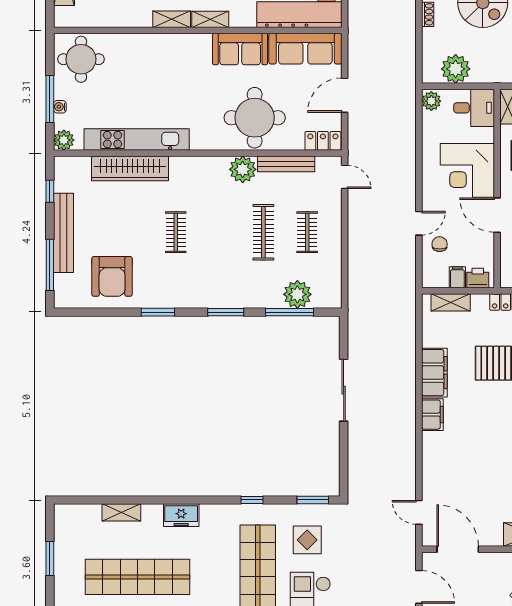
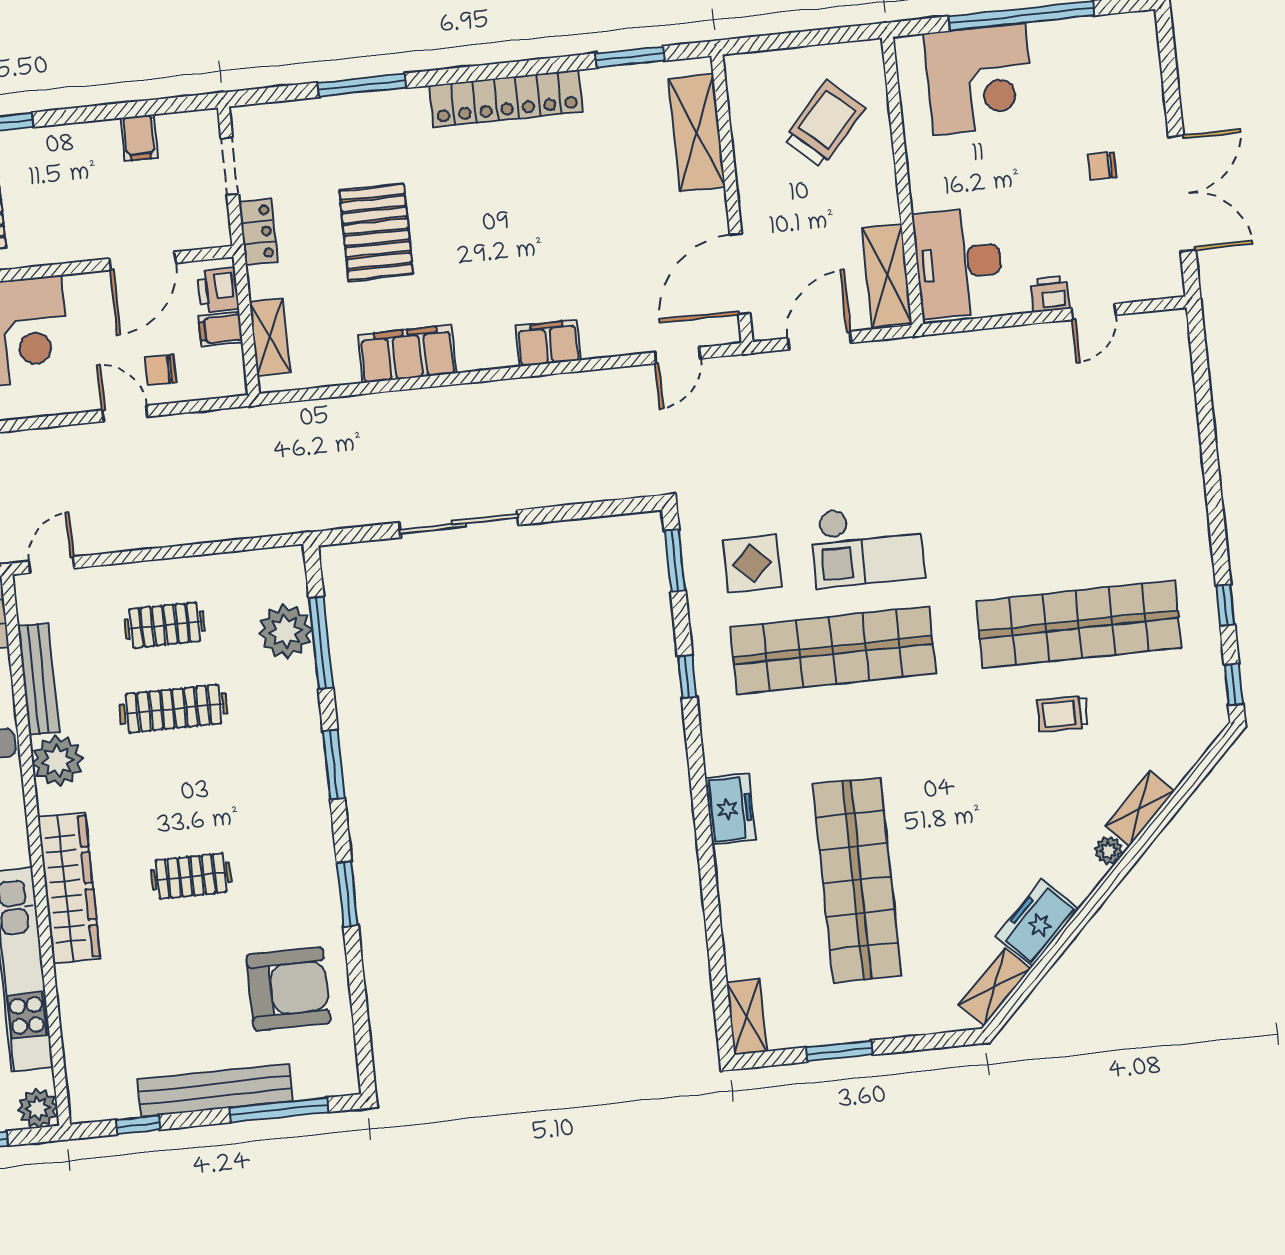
wardrobe: (130, 168) -> (69, 888), moved
door: (497, 215) -> (143, 261), moved
filing cabinet: (432, 415) -> (548, 343), moved
shelving: (121, 512) -> (747, 1017), moved

